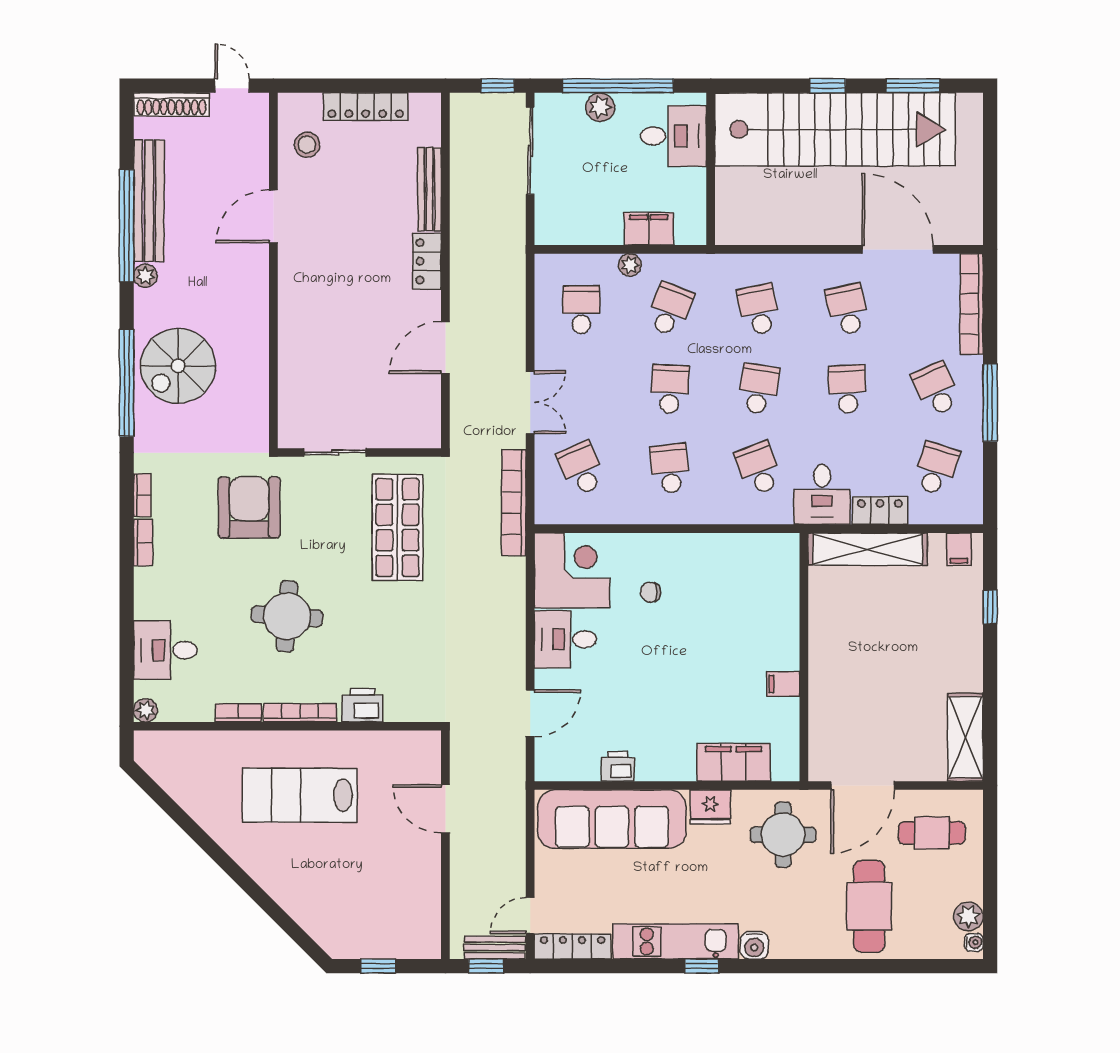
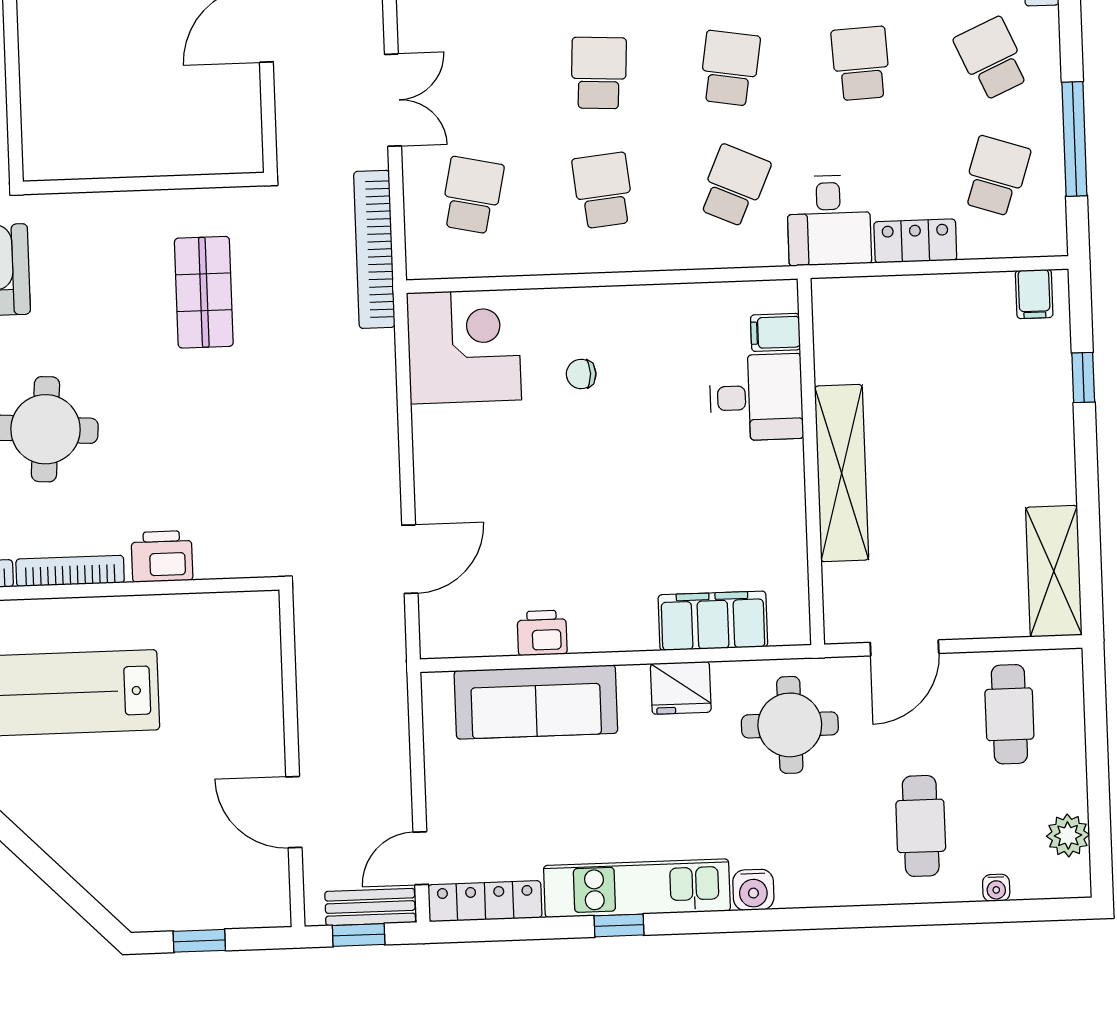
window: (990, 403) -> (1074, 139), moved
sliding door: (335, 453) -> (108, 185), removed
school desk: (581, 469) -> (472, 195), turned 36
school desk: (759, 469) -> (734, 186), turned 45
shop shelf: (397, 528) -> (204, 292), width x0.70, depth x0.74
shelving: (868, 549) -> (842, 473), moved, turned 90
desk: (565, 639) -> (756, 397), moved, turned 180
filing cabinet: (783, 684) -> (775, 332), moved
door: (863, 785) -> (905, 648), width x0.73
door: (445, 809) -> (294, 812), moved
sofa: (612, 819) -> (536, 702), width x0.74, depth x0.79
cafe table: (932, 833) -> (1009, 714), turned 90
cafe table: (869, 906) -> (921, 826), width x0.73, depth x0.74
water cooler: (974, 942) -> (996, 888), moved, turned 90
window: (702, 966) -> (619, 925), moved

